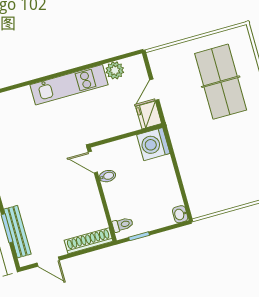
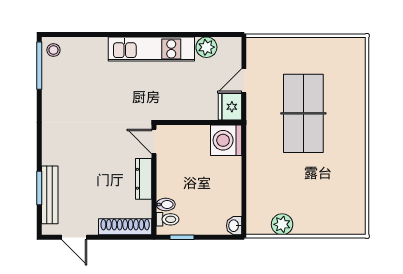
table tennis table: (221, 82) -> (303, 113), moved
bidet: (107, 176) -> (166, 204), moved
dresser: (93, 196) -> (144, 179), added
plant: (220, 202) -> (282, 224), added

